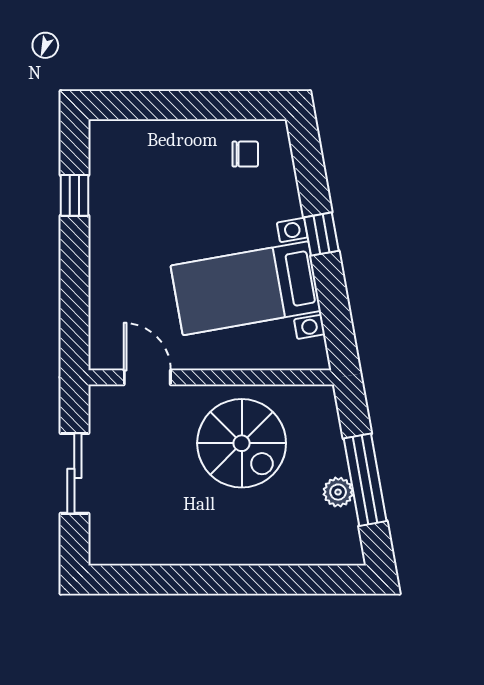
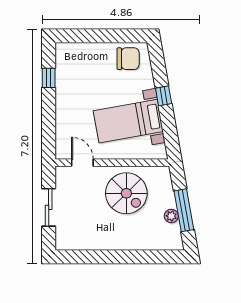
chair: (245, 154) -> (128, 59), width x1.87, depth x1.87

